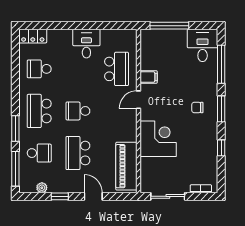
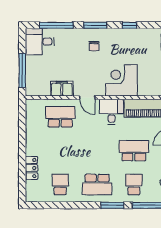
locker: (33, 36) -> (31, 168), moved
desk: (86, 44) -> (112, 112), moved, turned 90
school desk: (39, 69) -> (60, 184), turned 180
filing cabinet: (149, 77) -> (62, 89), width x2.00
school desk: (78, 111) -> (97, 151), removed
school desk: (78, 153) -> (134, 151), turned 180

